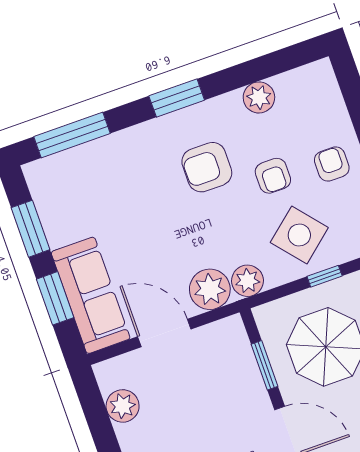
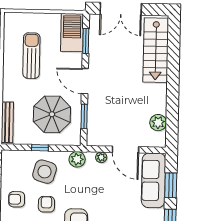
armchair: (332, 164) -> (17, 199), turned 90
side table: (299, 235) -> (45, 172), turned -34
plant: (210, 289) -> (101, 157), width x0.53, depth x0.53

